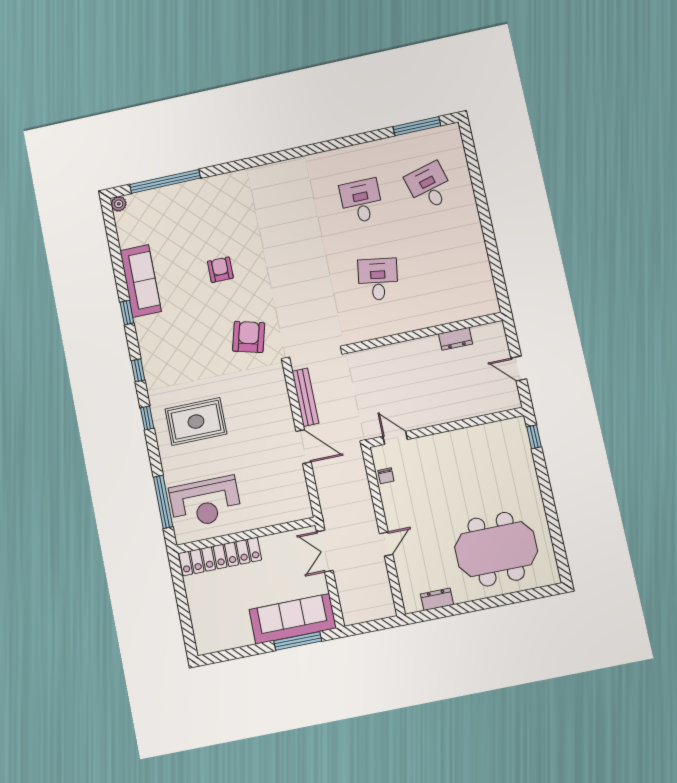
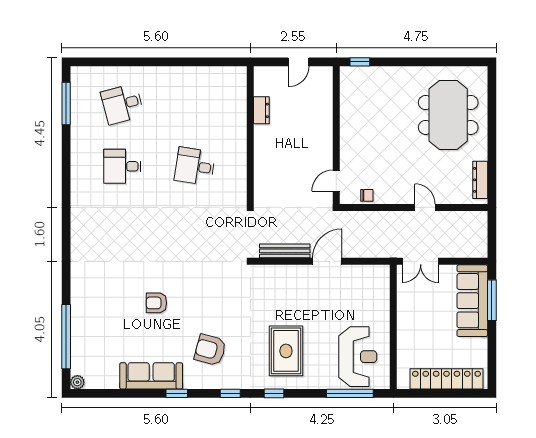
armchair: (249, 337) -> (210, 350), moved
locker: (220, 557) -> (447, 379), moved, turned -90
dresser: (437, 599) -> (480, 180), width x1.44

